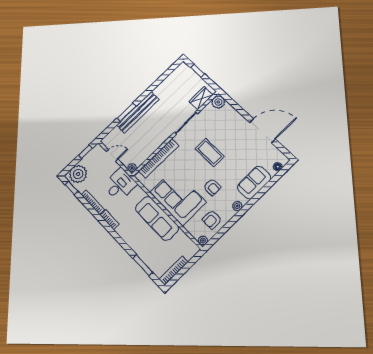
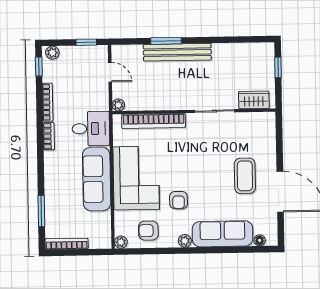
plant: (218, 102) -> (267, 121), removed
coffee table: (210, 152) -> (245, 176), moved
plant: (78, 174) -> (52, 53), width x0.53, depth x0.53
sofa: (254, 182) -> (222, 234), width x1.36
desk: (120, 185) -> (91, 129), moved

